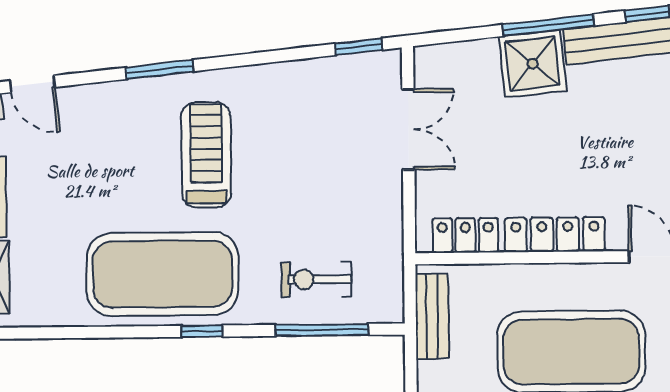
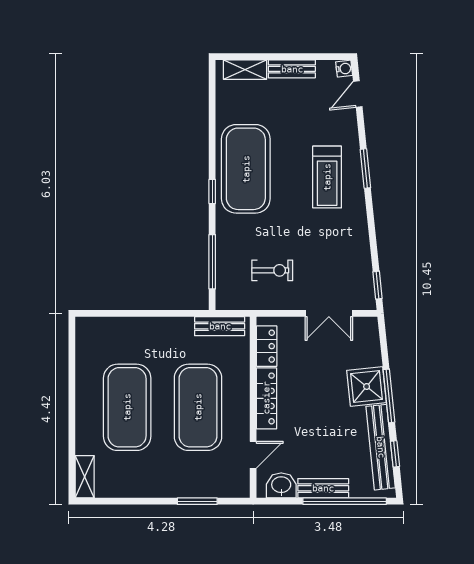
treadmill: (206, 155) -> (327, 177), moved, turned 90
exercise bike: (316, 279) -> (272, 270), moved, turned 90

